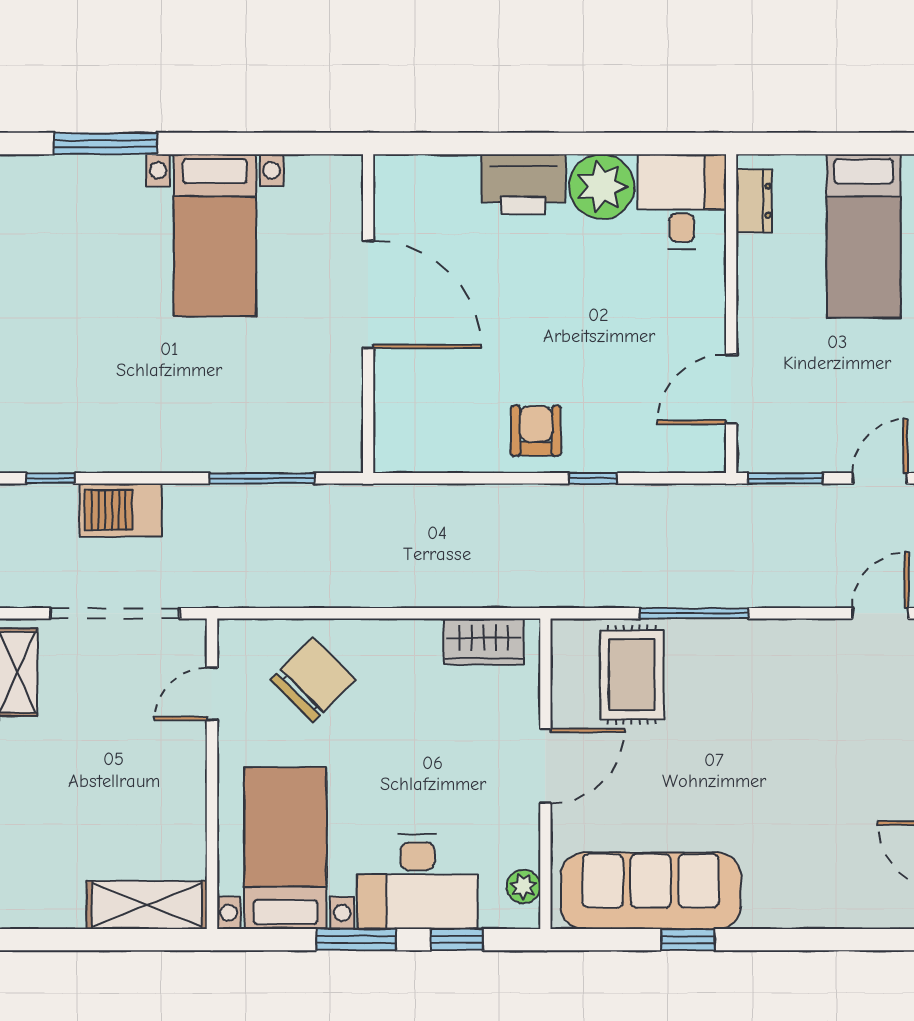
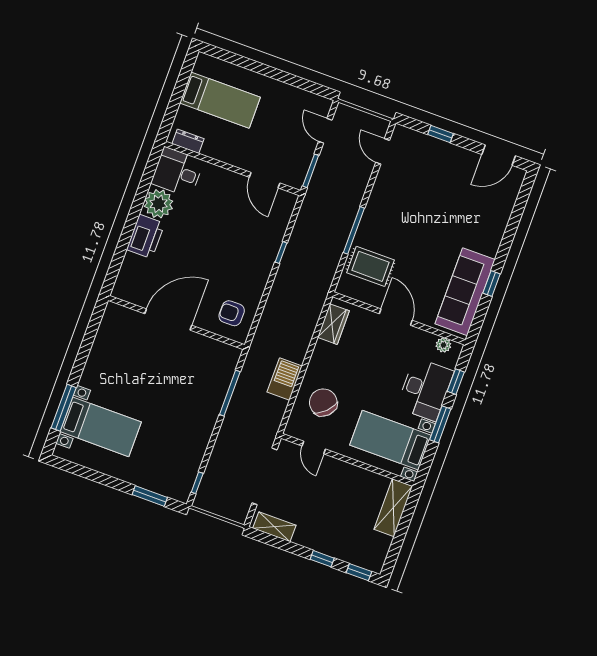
bed with nightstands: (215, 235) -> (101, 427), moved
armchair: (536, 431) -> (232, 313), moved
barbecue: (121, 510) -> (285, 379), moved, turned 180

